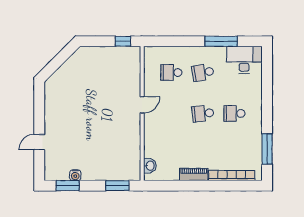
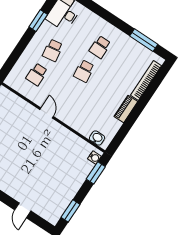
window: (221, 41) -> (38, 21), width x0.69
water cooler: (75, 175) -> (94, 158), moved

